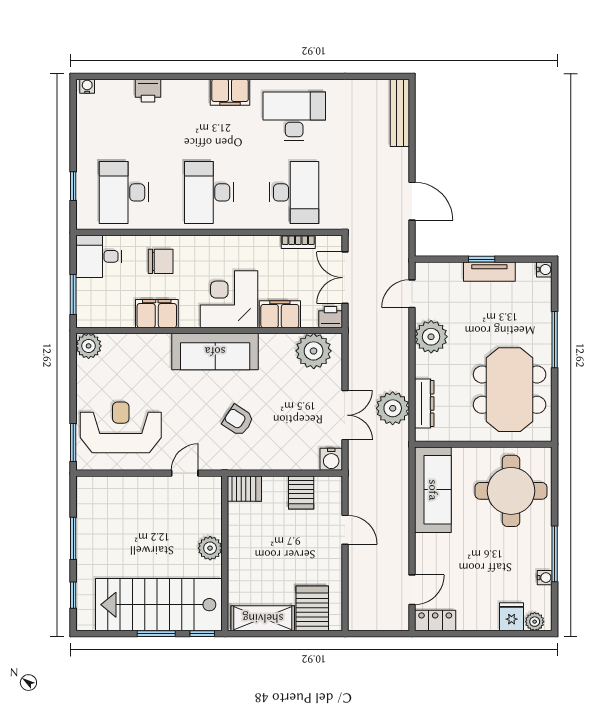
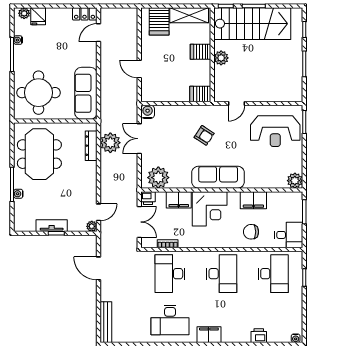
water cooler: (544, 269) -> (18, 194), moved
plant: (431, 337) -> (92, 226), moved, width x0.53, depth x0.53
server rack: (301, 492) -> (201, 52), moved, turned -90

